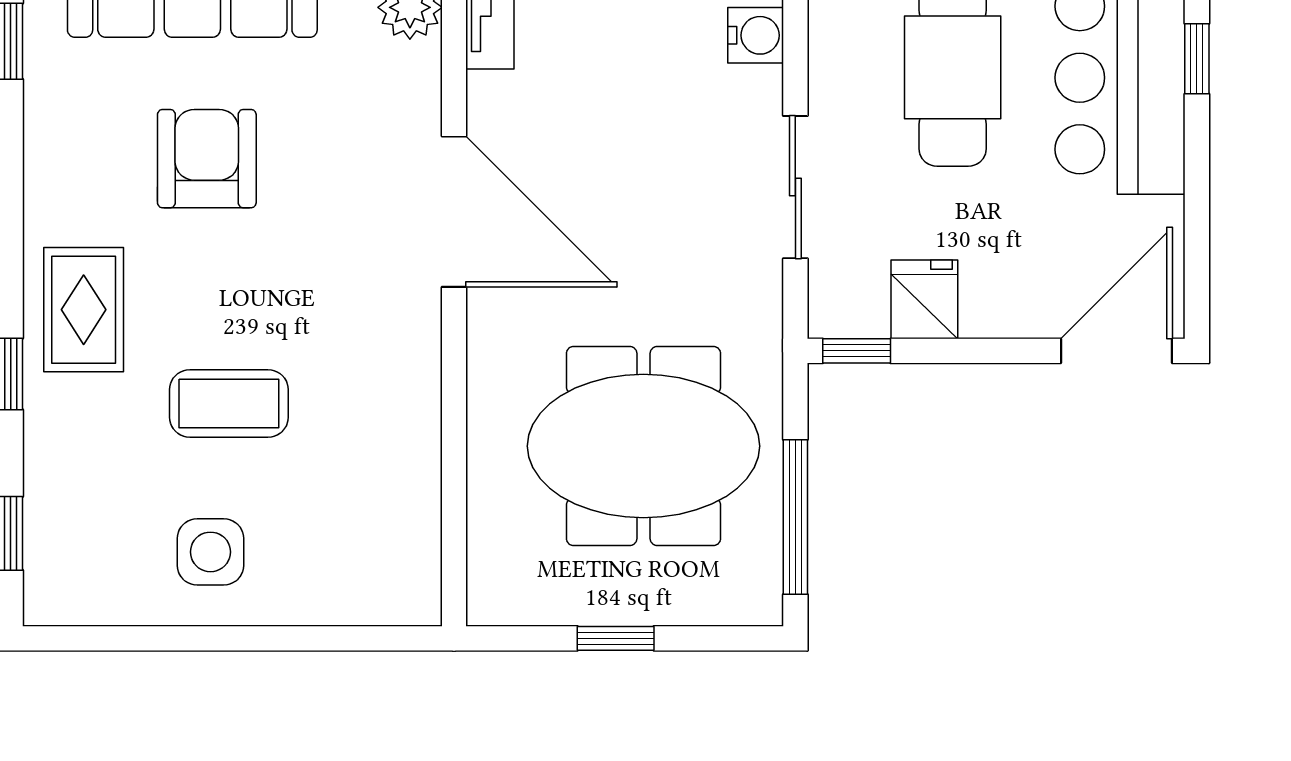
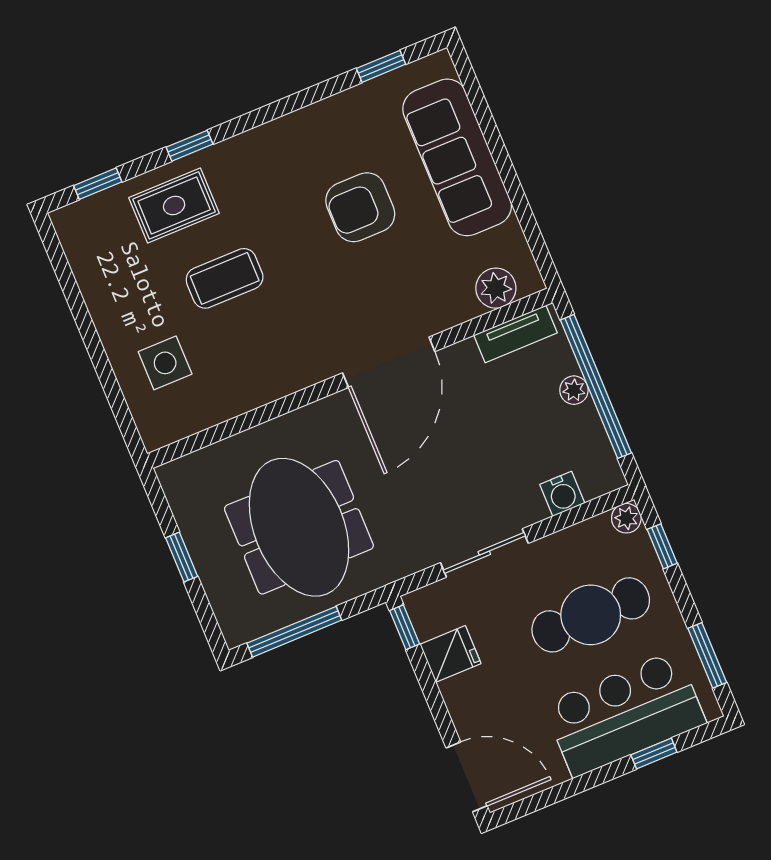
armchair: (207, 159) -> (360, 207), turned 180
rug: (84, 310) -> (174, 205), moved
coffee table: (229, 403) -> (225, 278), turned 90
side table: (210, 552) -> (165, 363), moved

